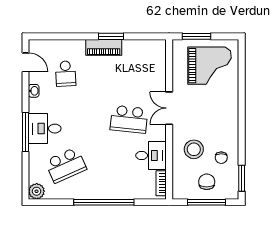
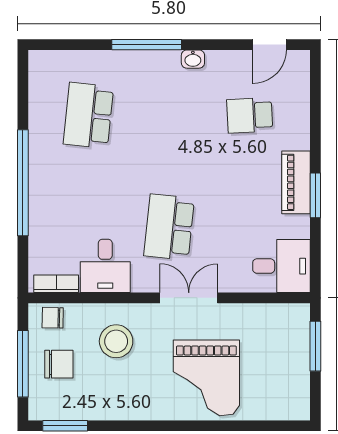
grand piano: (210, 66) -> (206, 378), moved
washbasin: (34, 91) -> (193, 59), moved
desk: (45, 129) -> (281, 266), moved, turned 90
chair: (221, 158) -> (53, 318), moved
school desk: (66, 165) -> (88, 115), turned 30
plant: (37, 191) -> (42, 64), removed

